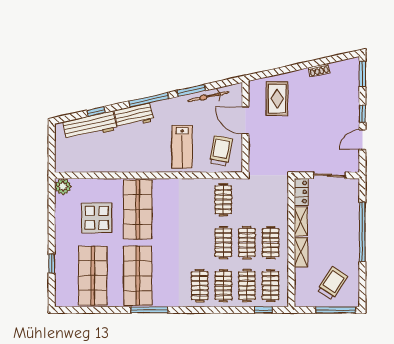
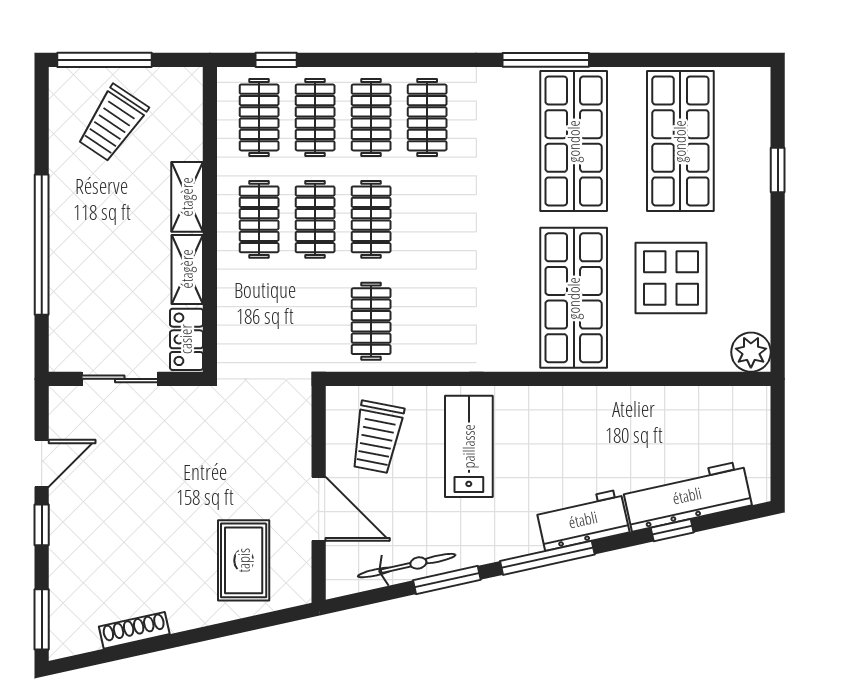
shoe rack: (319, 70) -> (134, 630), width x1.43

